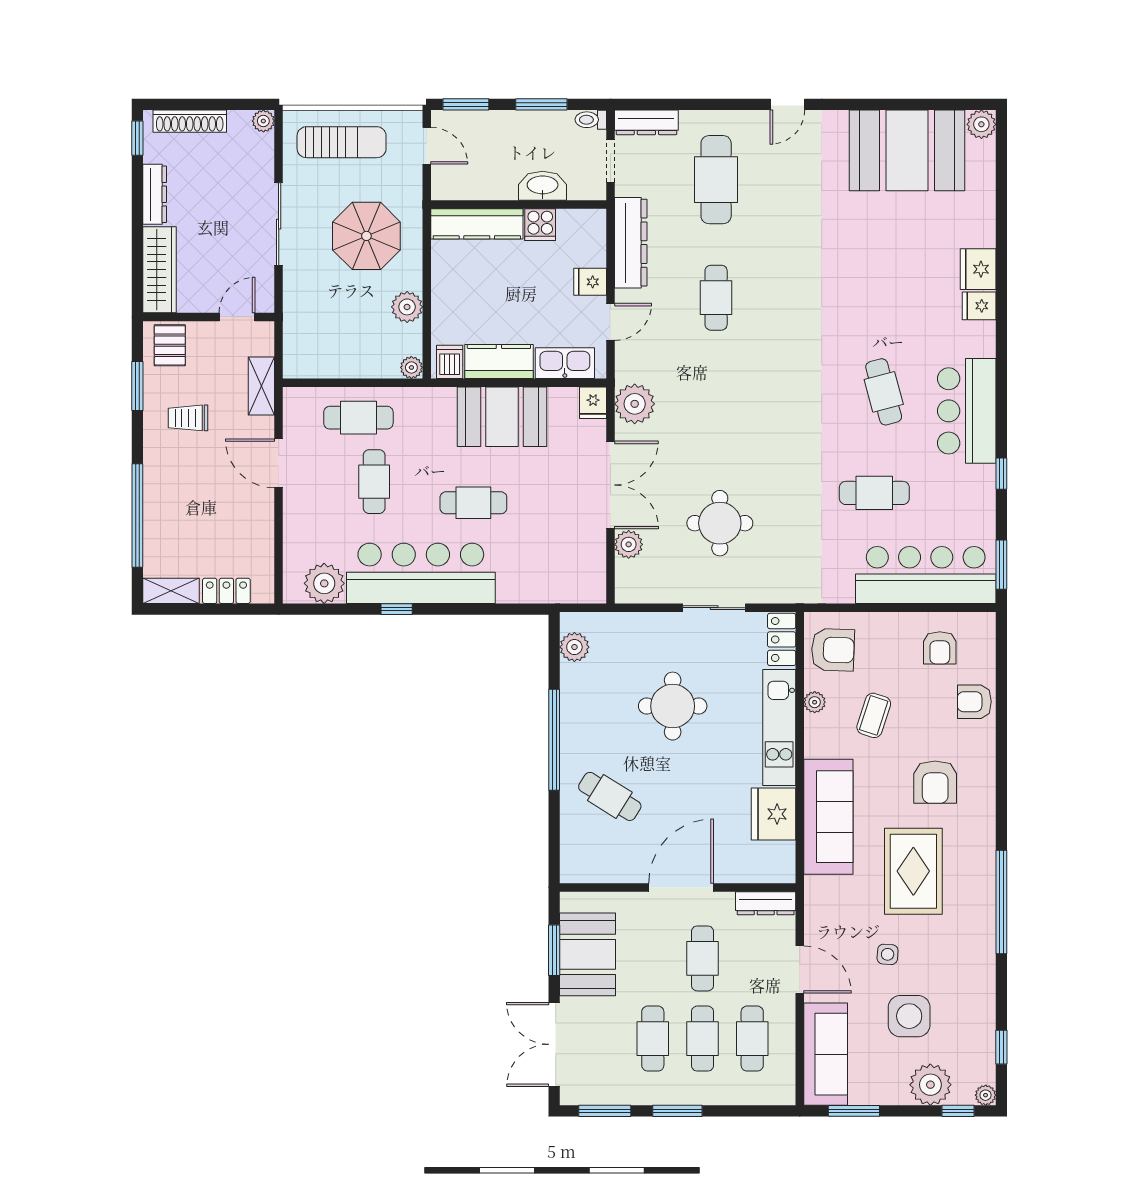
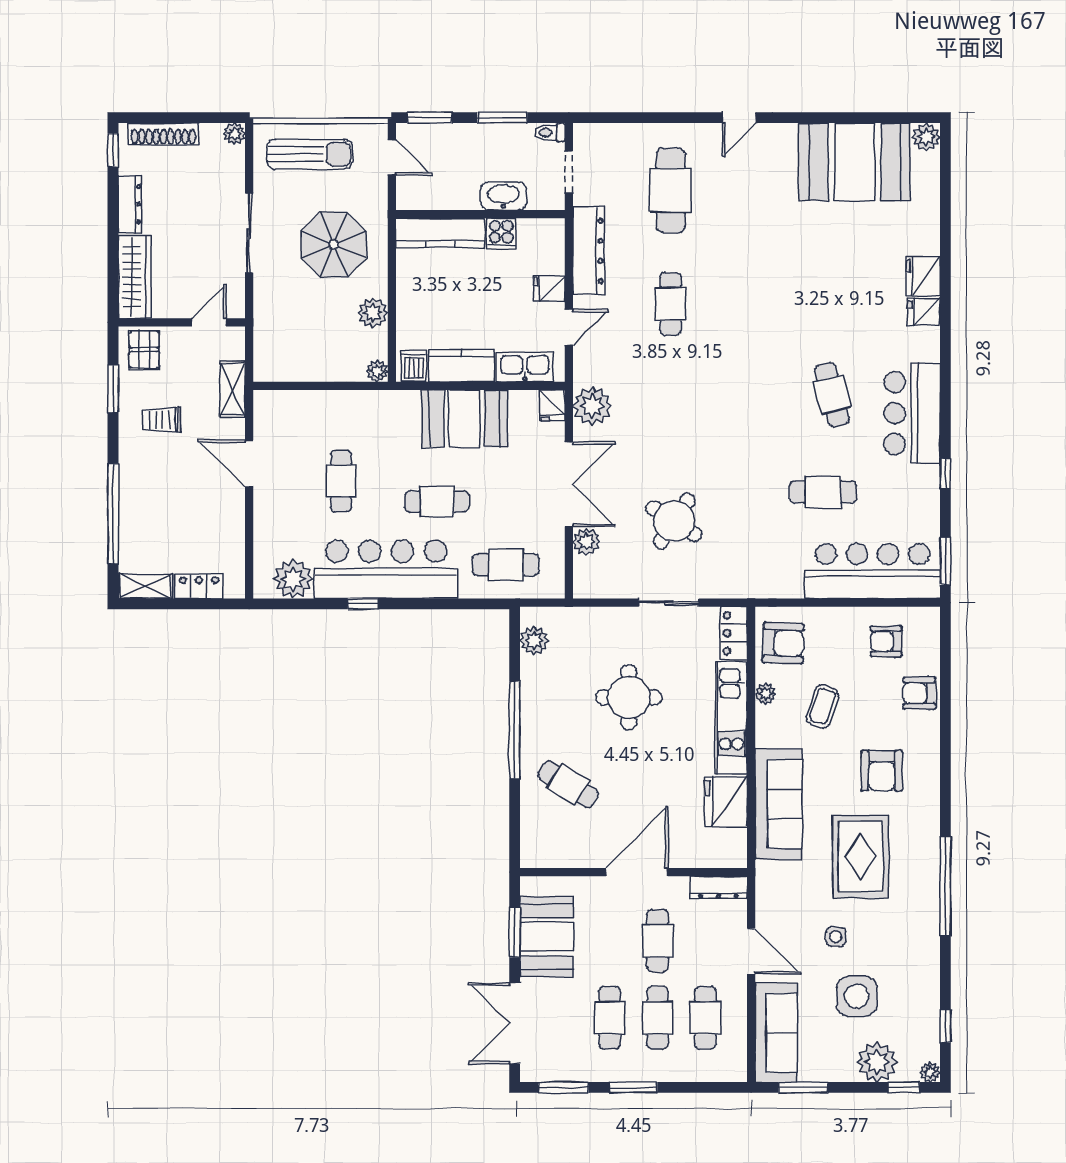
dresser: (646, 122) -> (603, 135), removed
cafe table: (358, 418) -> (506, 565), moved
round table: (720, 523) -> (674, 521), turned 33
armchair: (940, 648) -> (886, 641), turned 90

